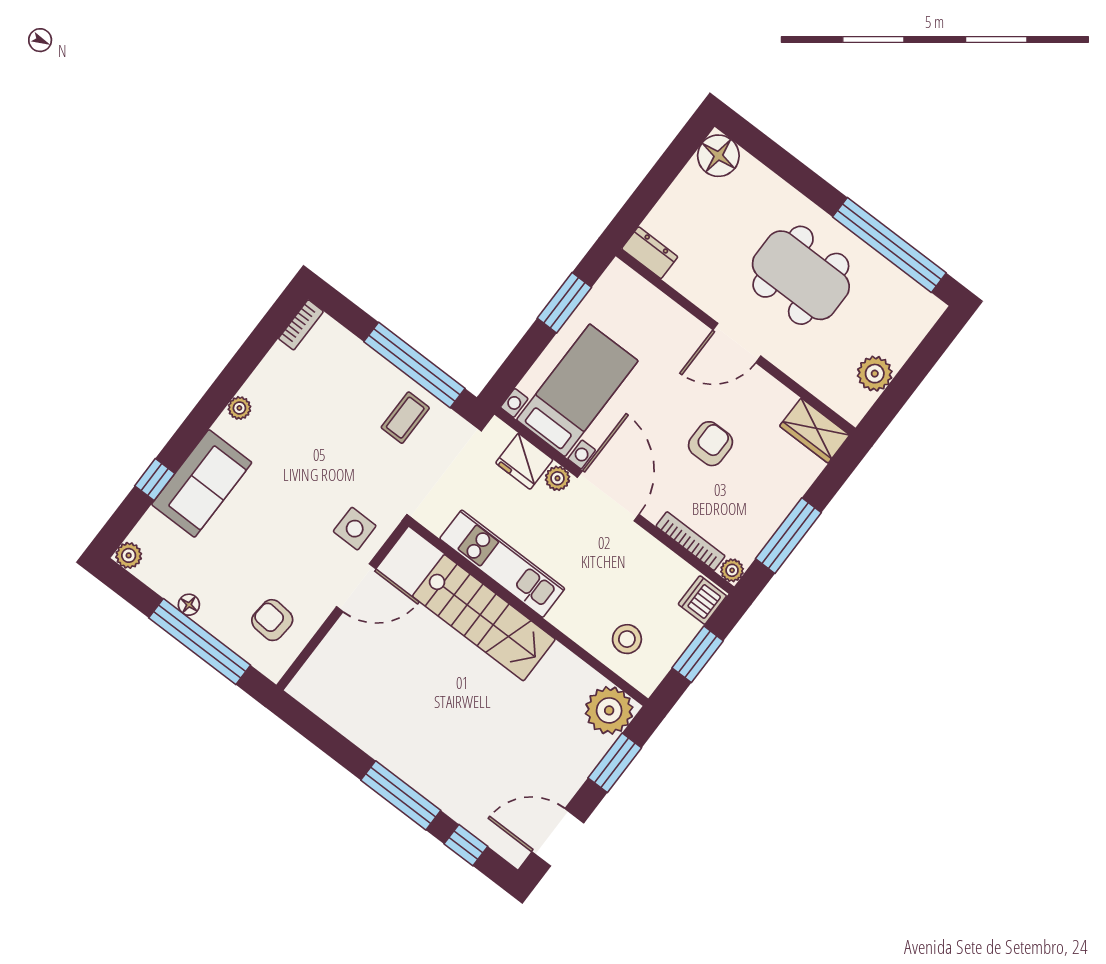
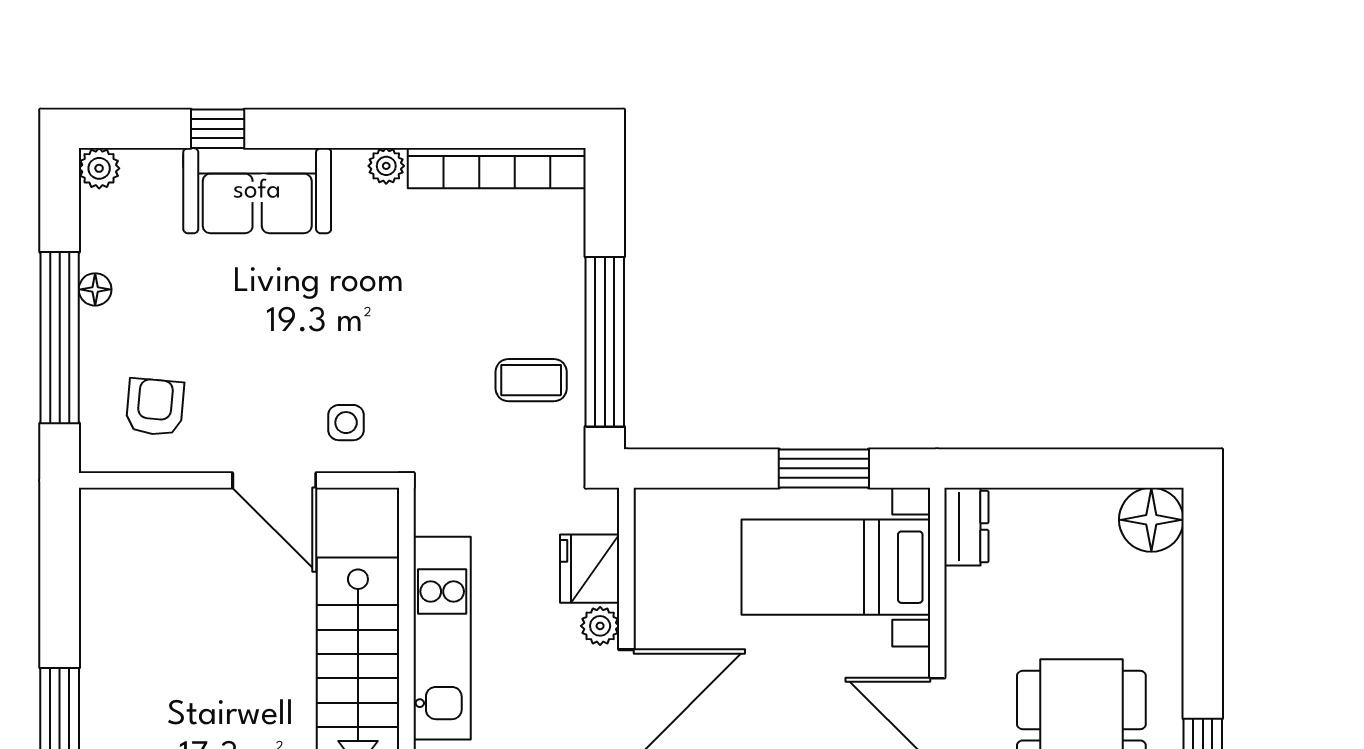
bookcase: (301, 325) -> (497, 168), width x2.31, depth x1.31
bed with nightstands: (577, 390) -> (836, 567), moved, turned 180
side table: (355, 529) -> (346, 423), width x0.73, depth x0.73

